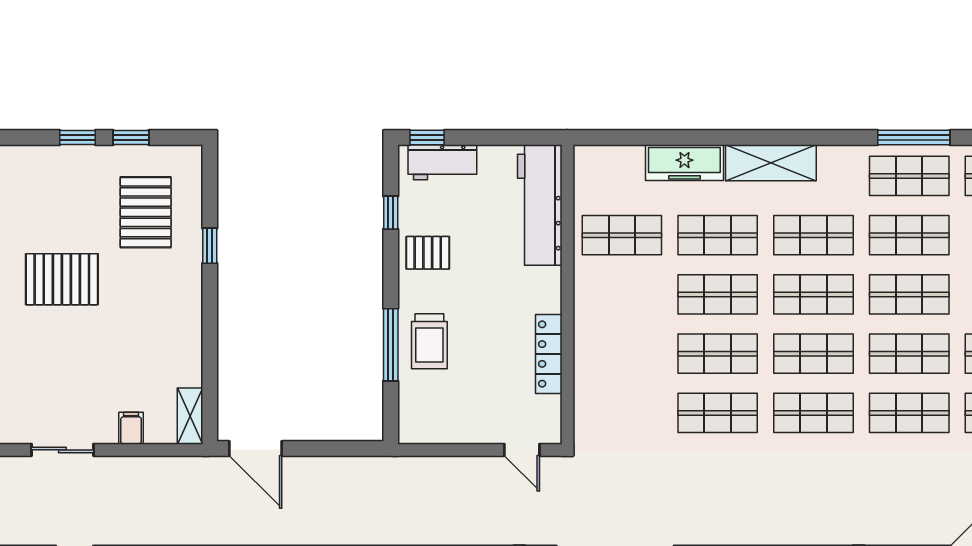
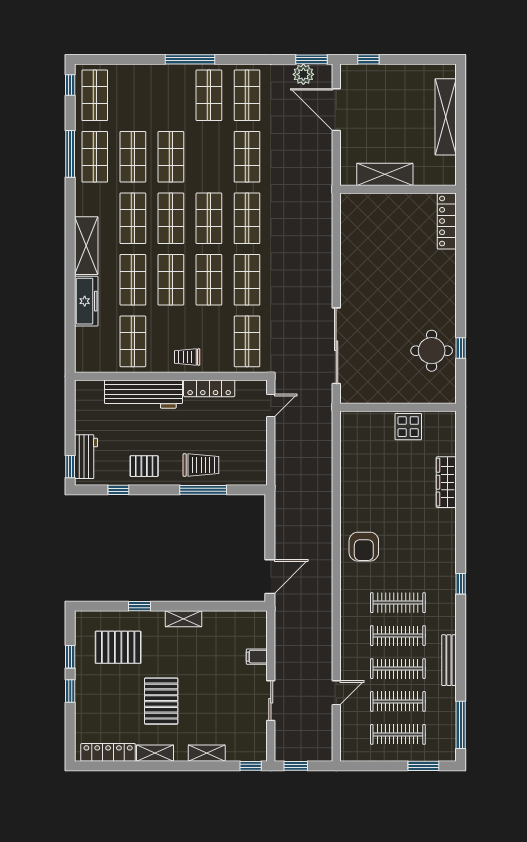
workbench: (540, 205) -> (143, 394), moved
pallet: (428, 253) -> (144, 466), turned 90
trolley: (598, 320) -> (187, 357), added
shop shelf: (909, 354) -> (247, 341), moved
shelving: (190, 416) -> (183, 619), moved

